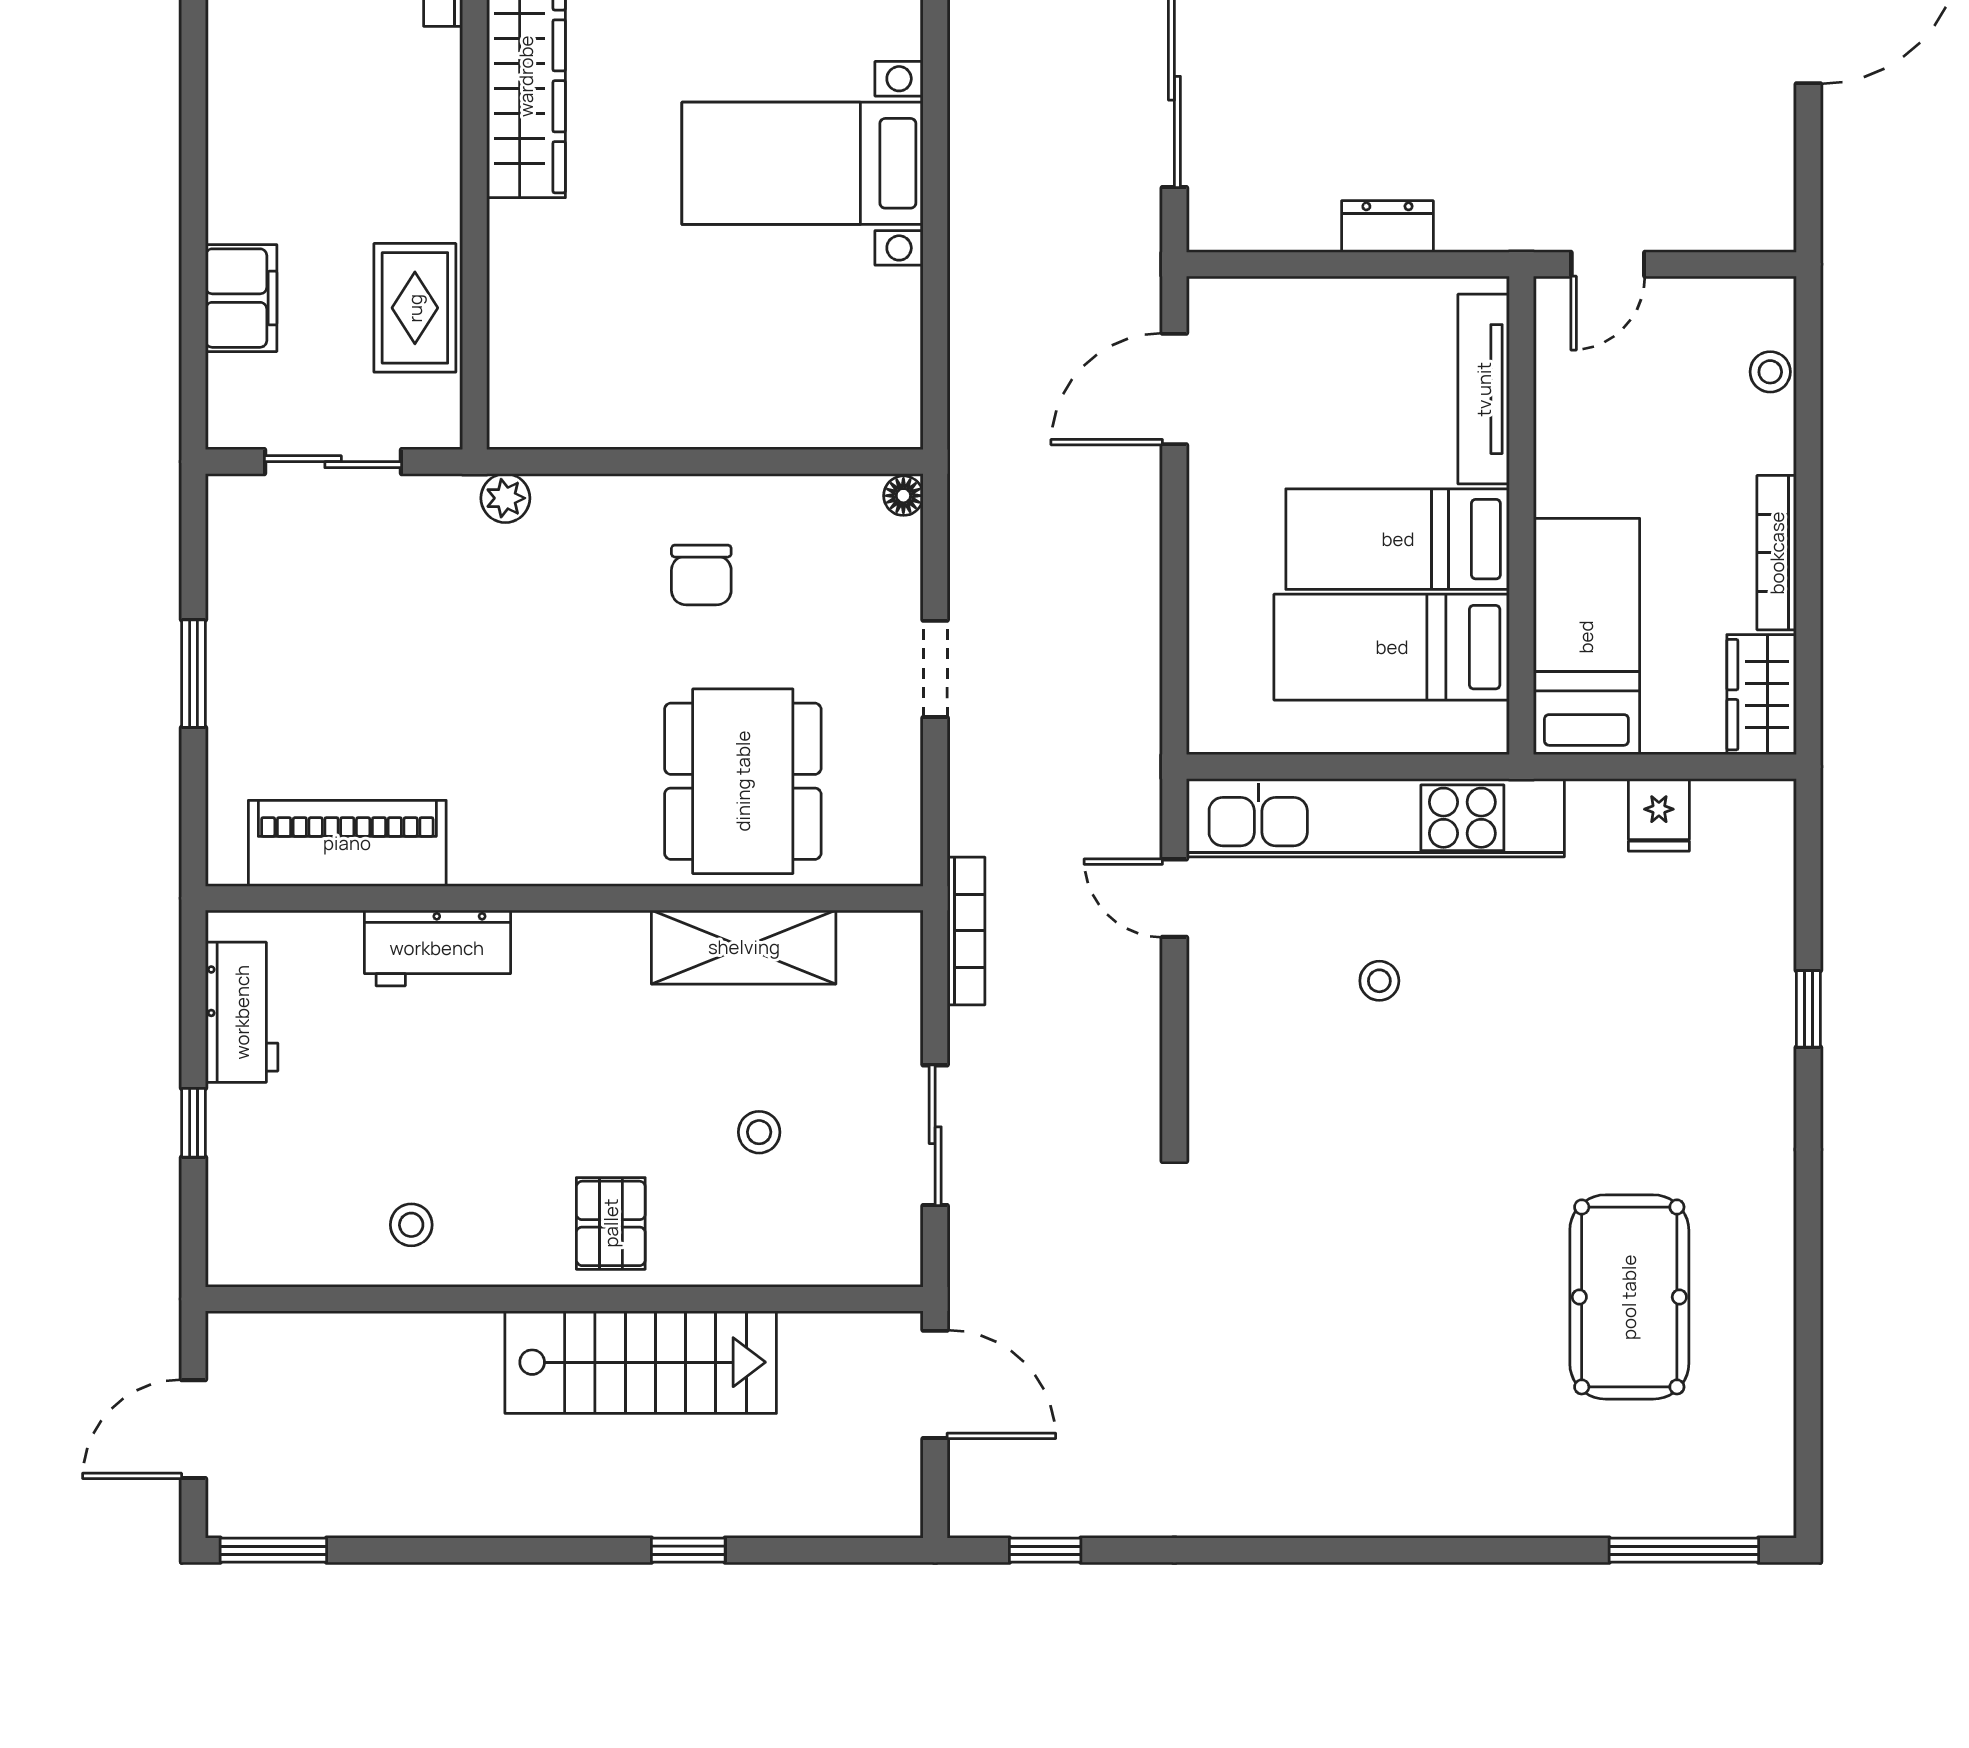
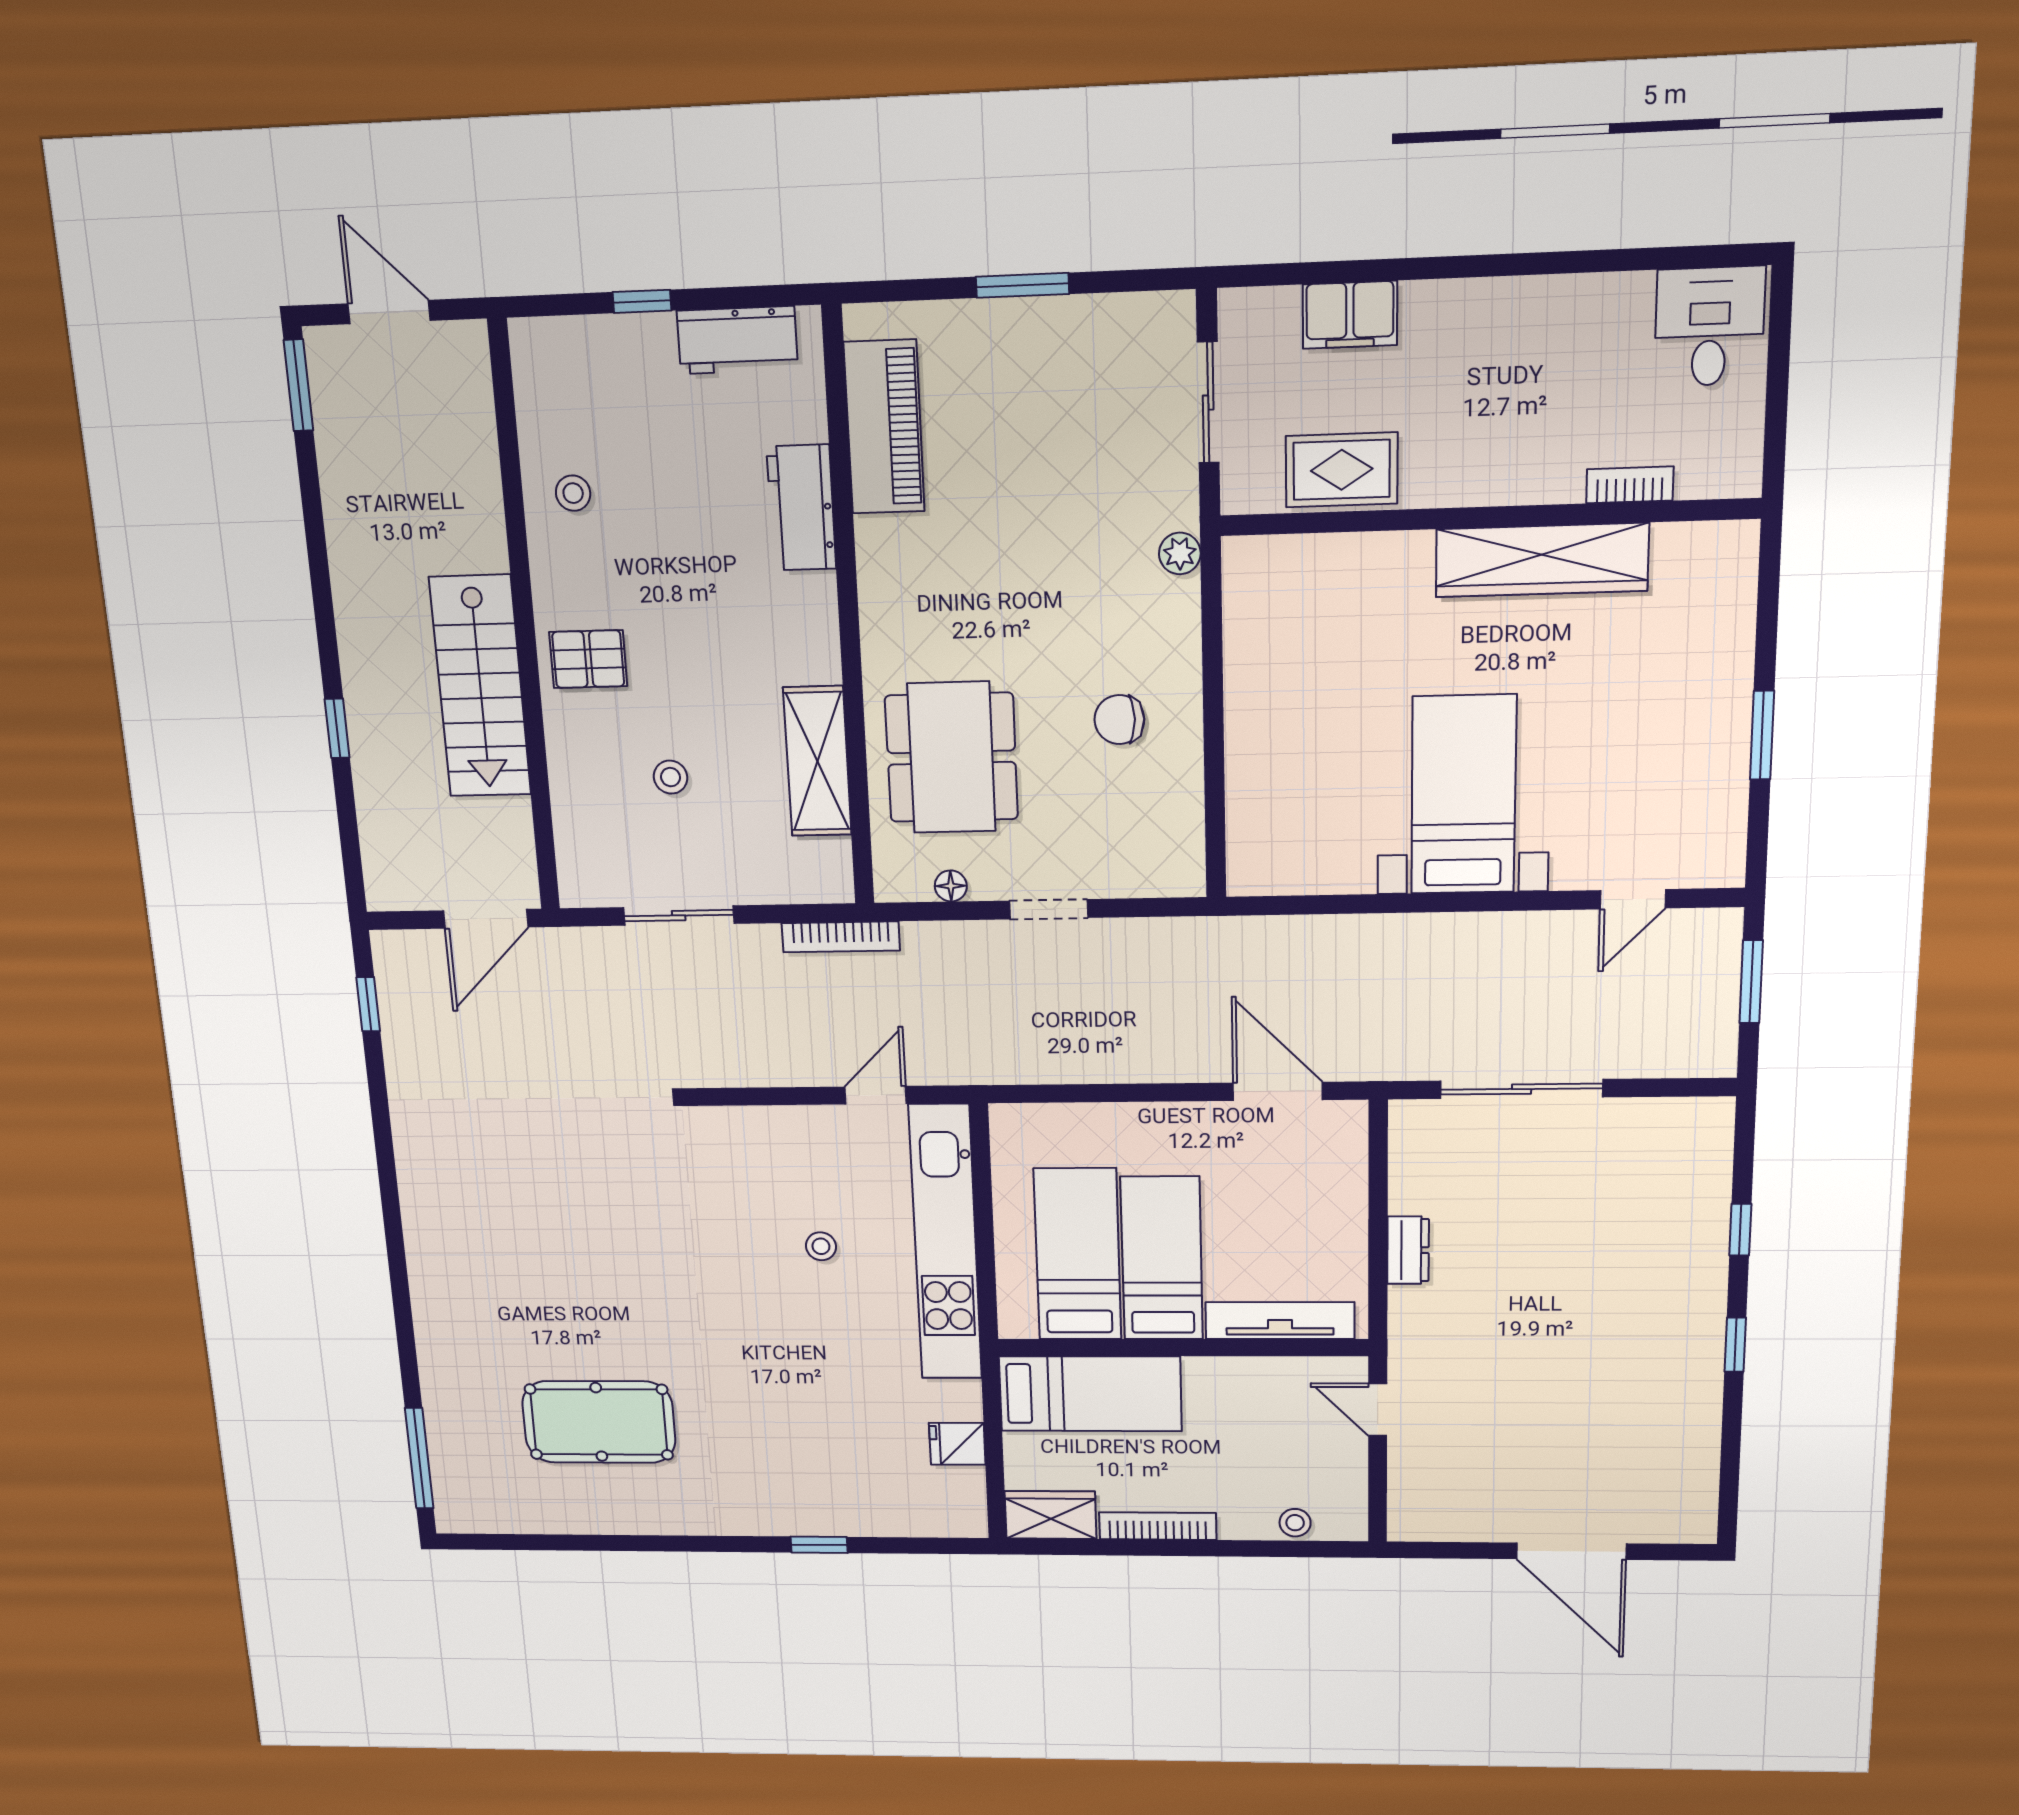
floor lamp: (903, 496) -> (951, 886), moved
dining table: (743, 781) -> (951, 758), turned 90

